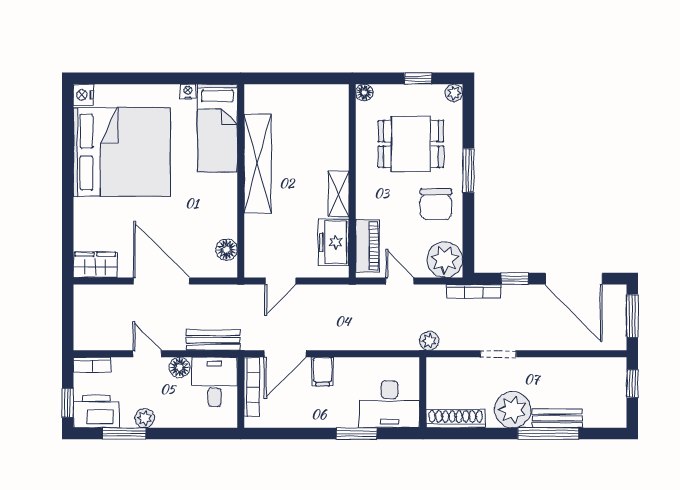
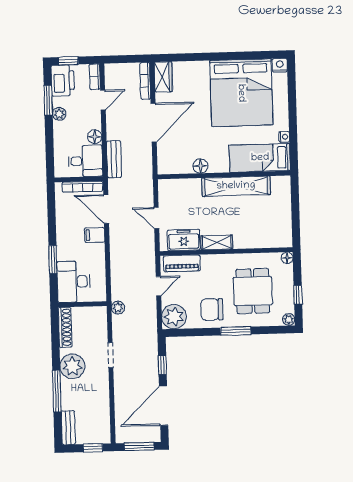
floor lamp: (227, 249) -> (200, 166), moved
door: (280, 281) -> (156, 218), moved
bookcase: (474, 291) -> (145, 81), moved
door: (147, 354) -> (103, 100), moved
bench: (557, 418) -> (68, 428), moved

